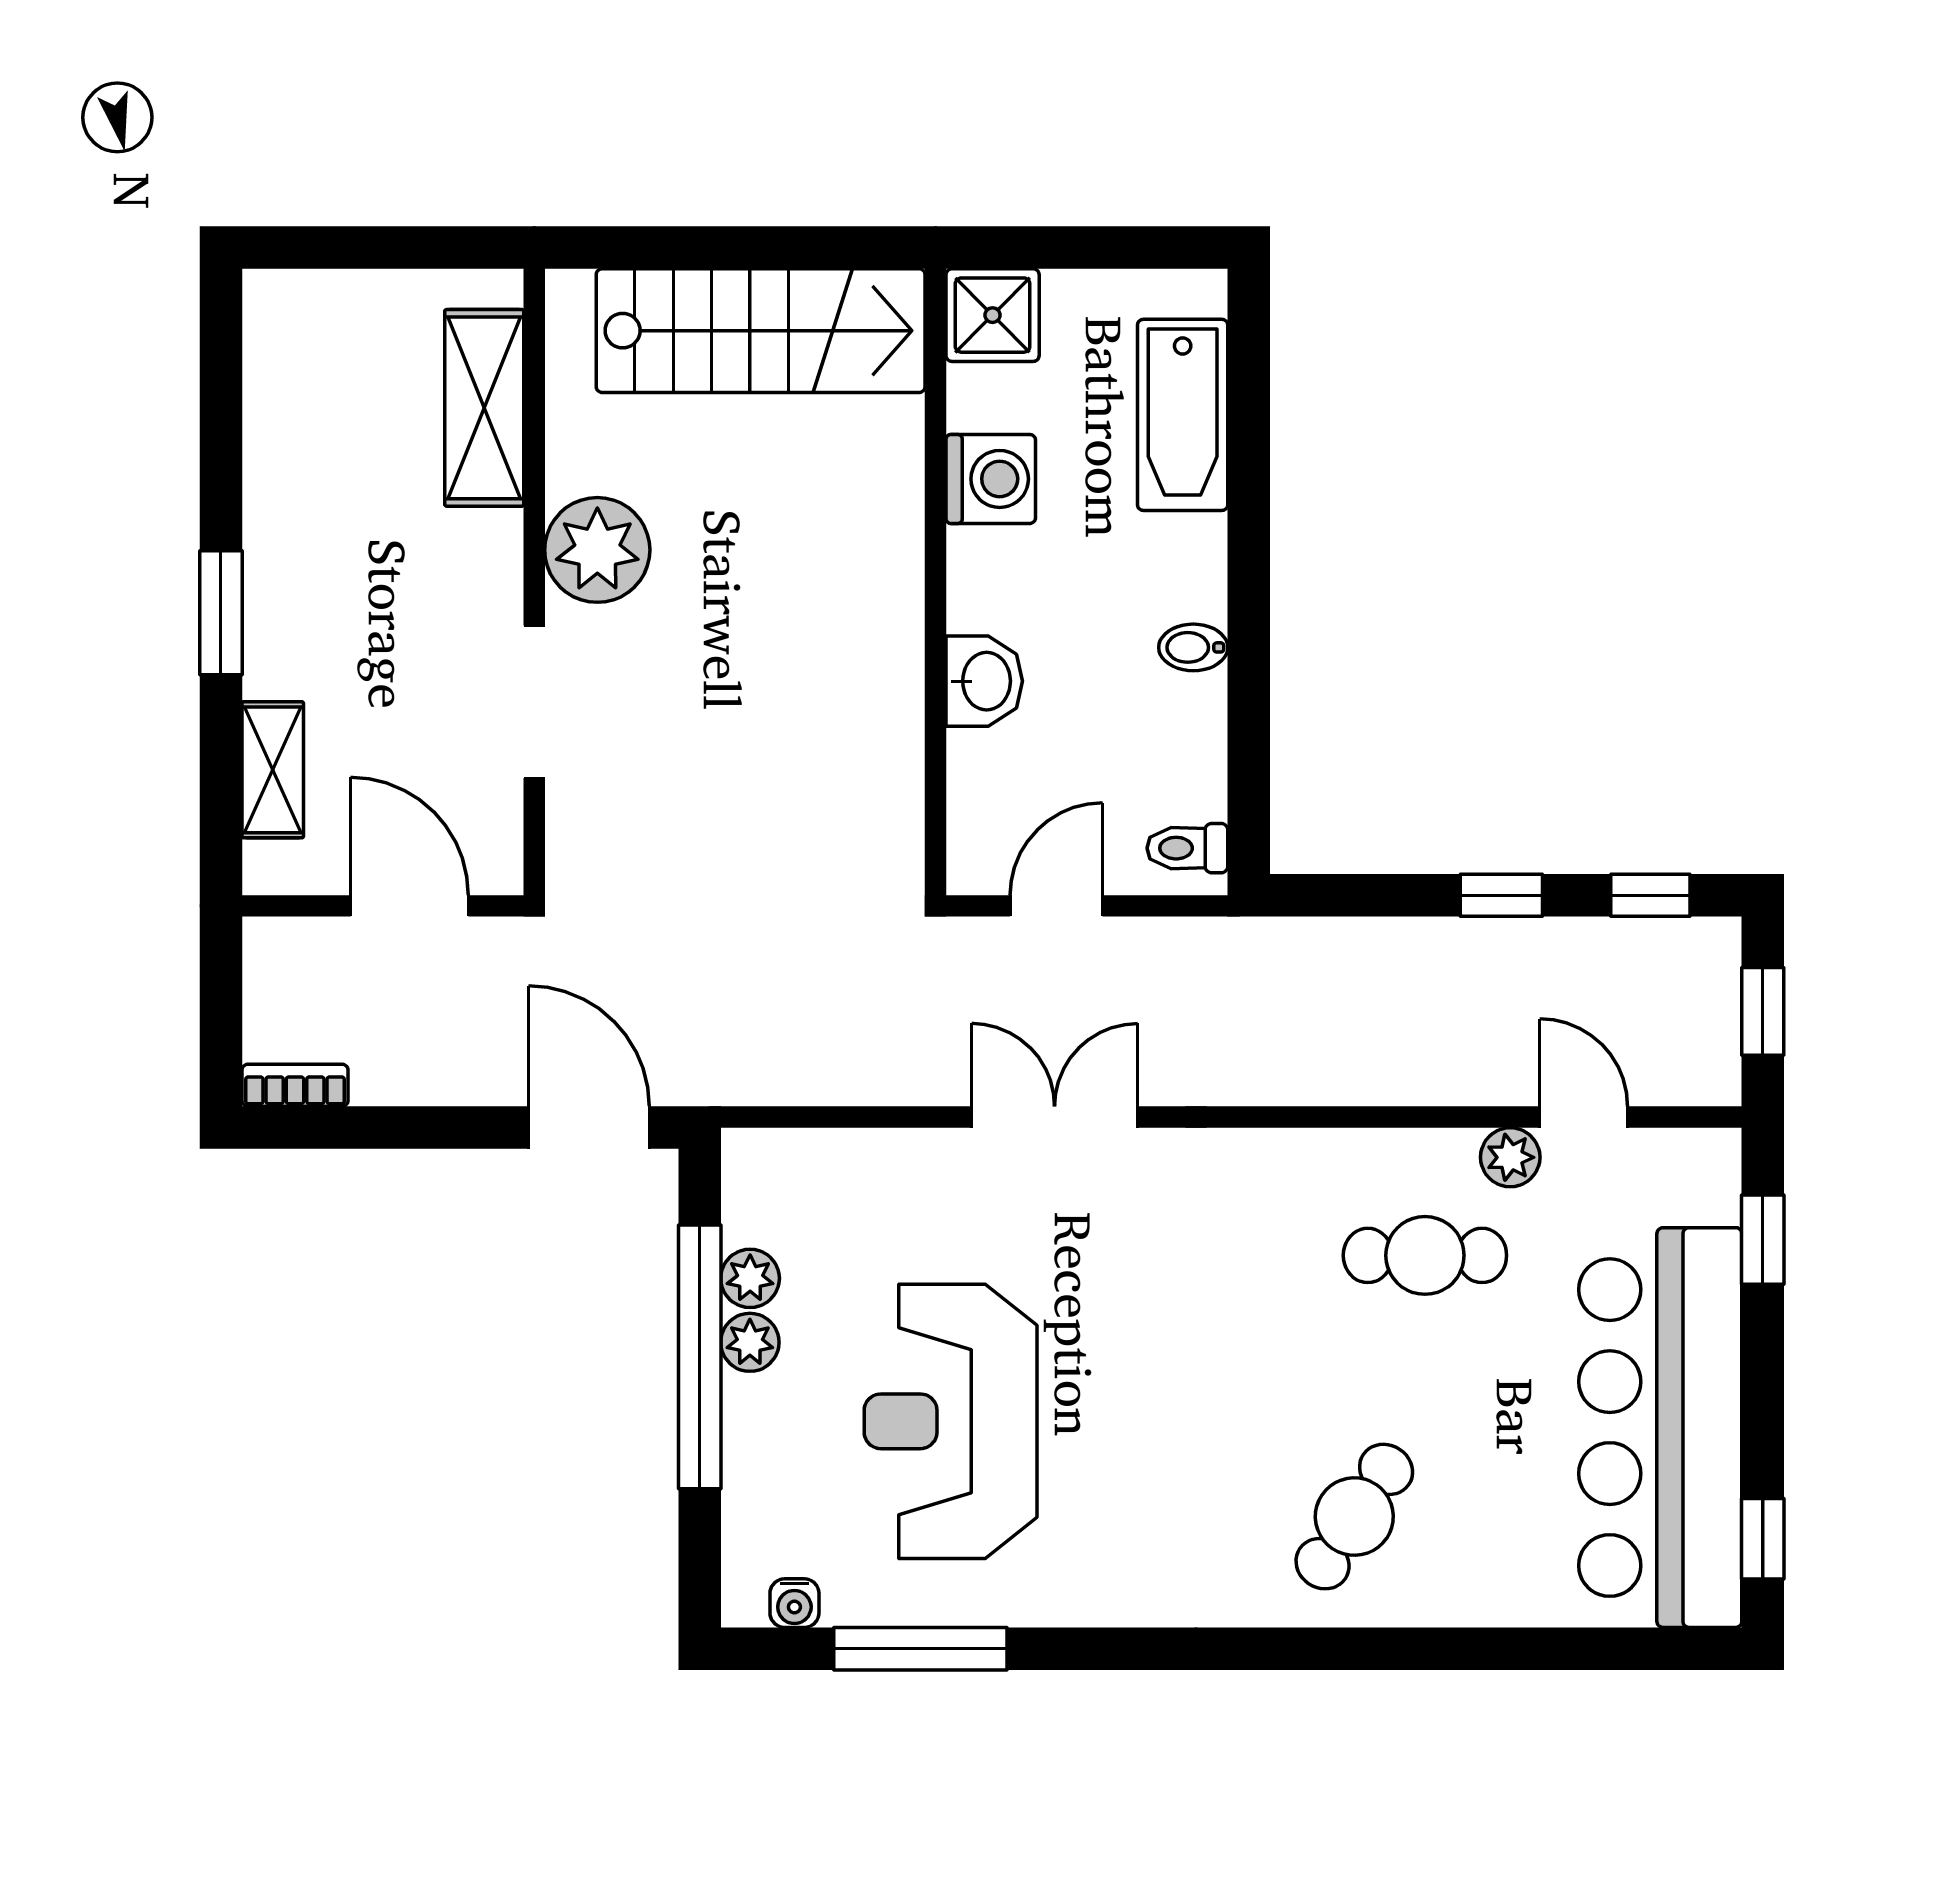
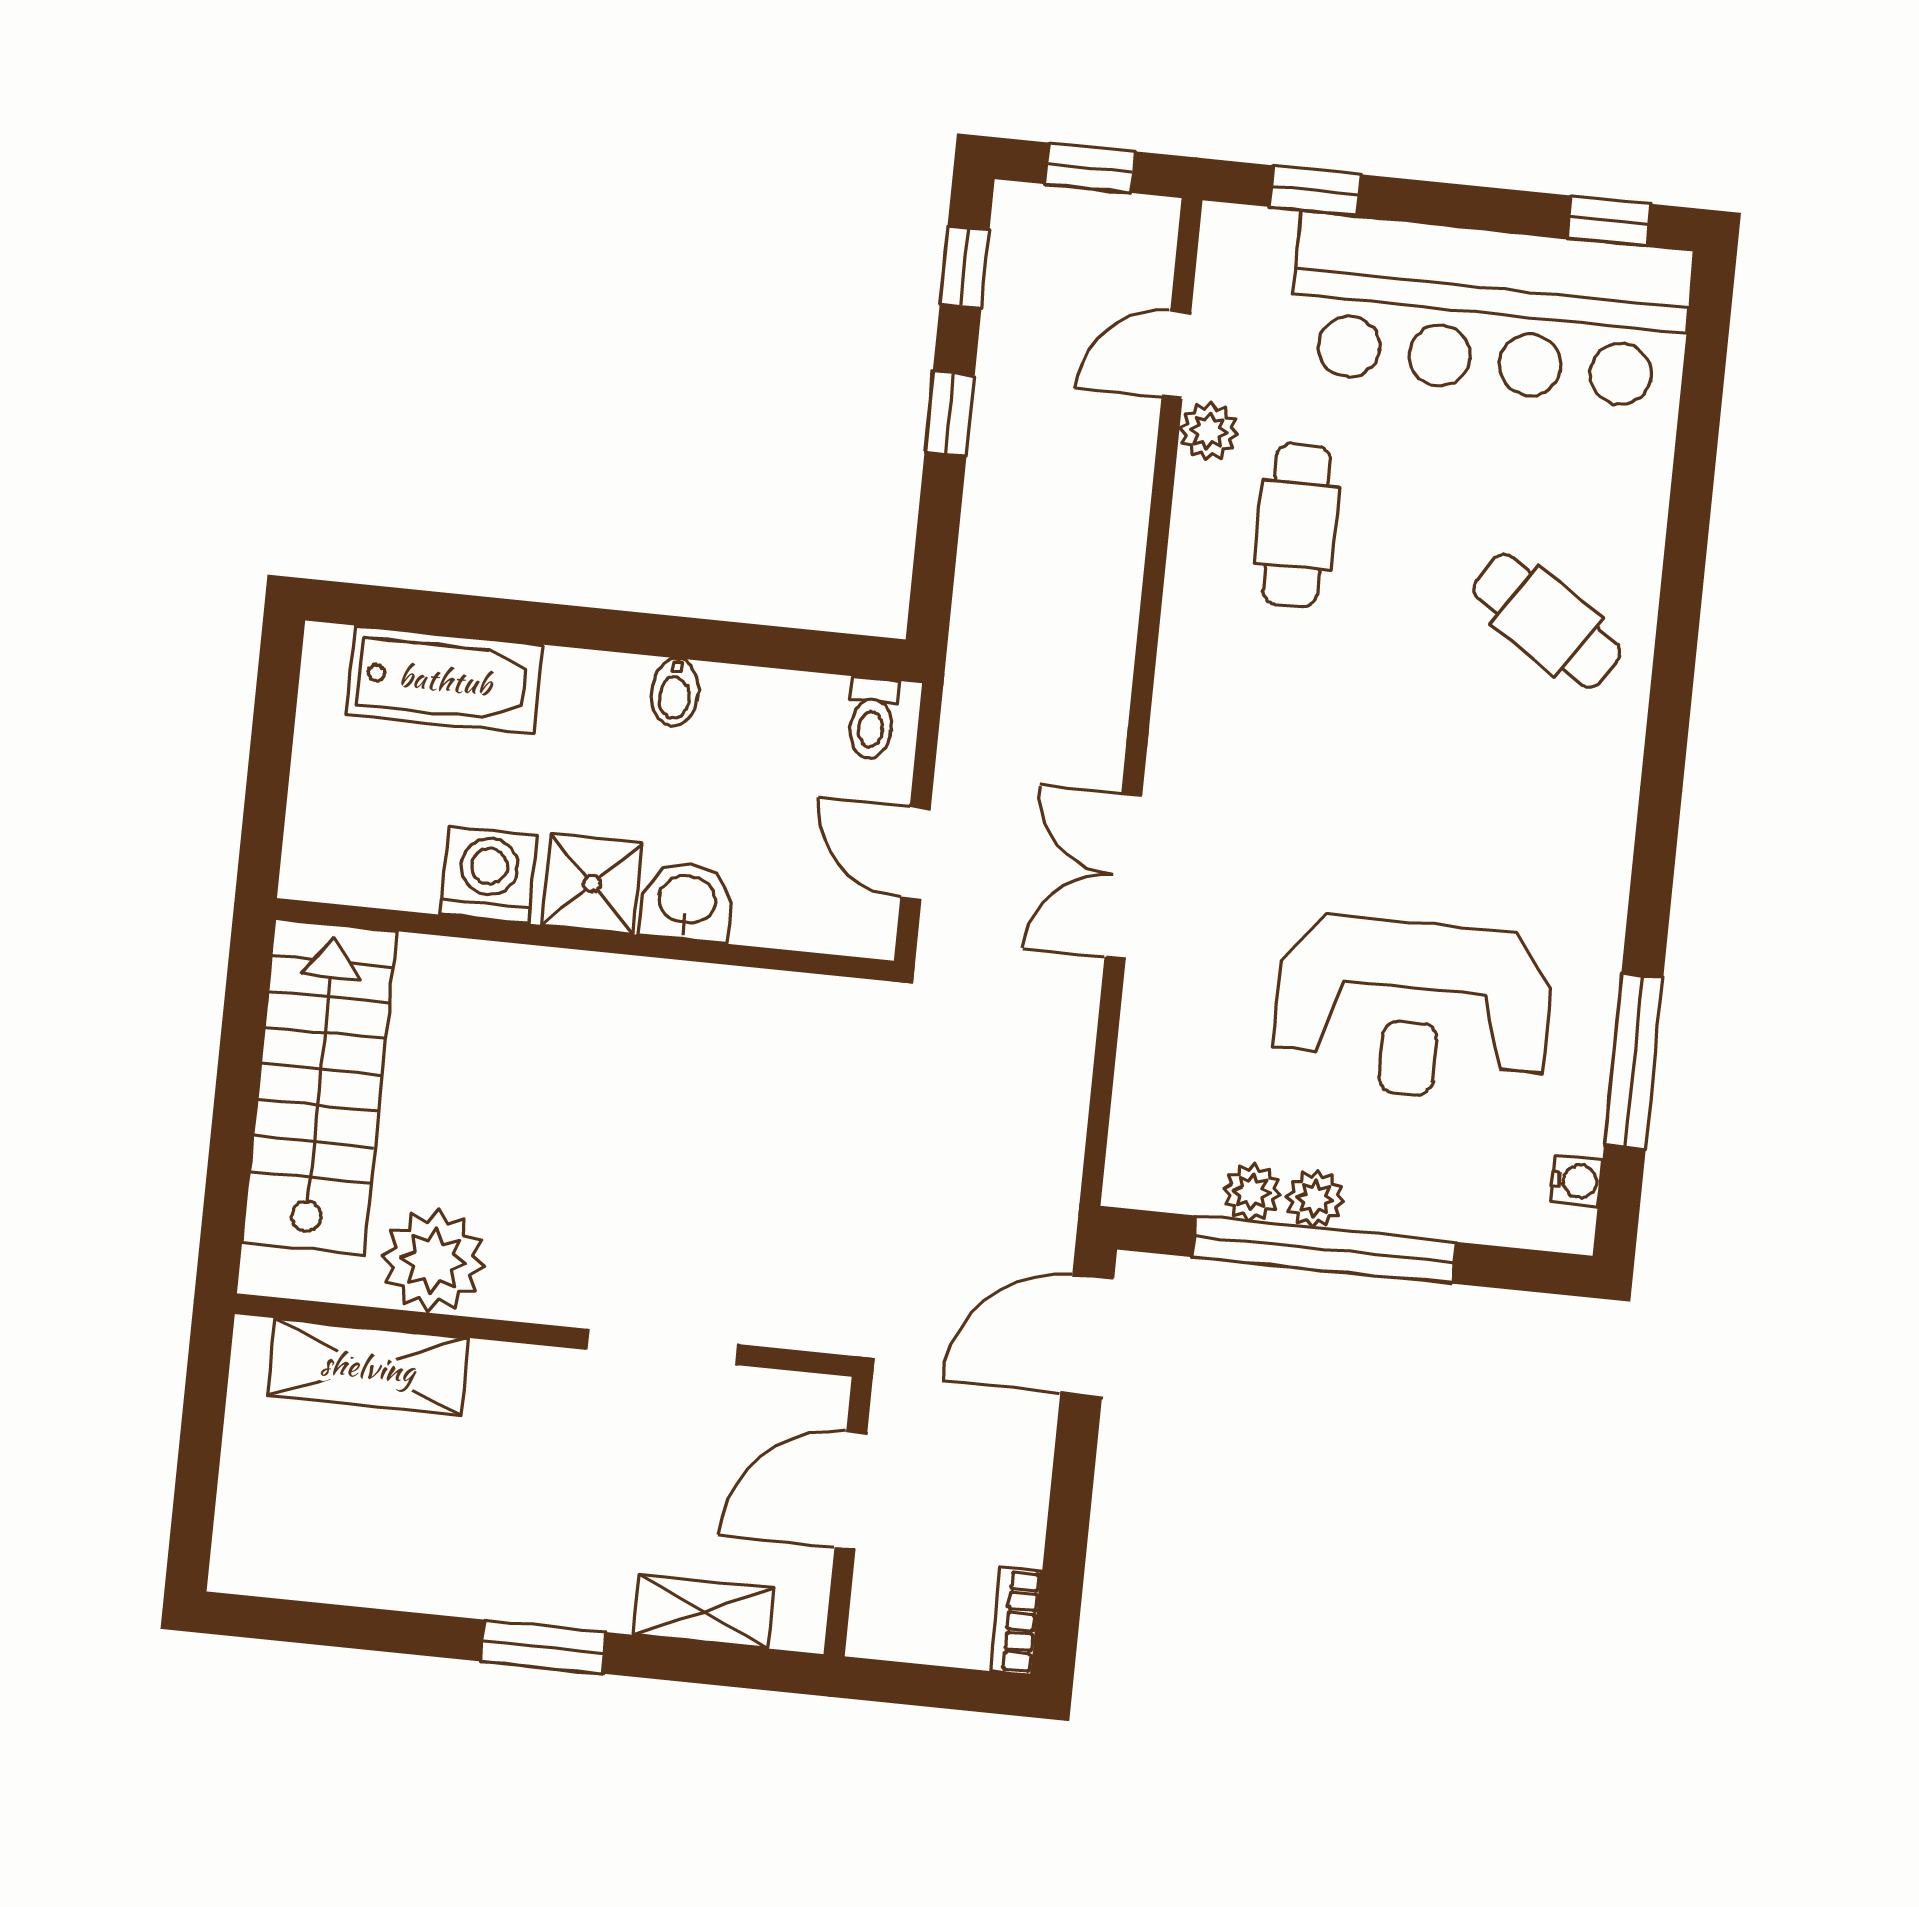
shower: (993, 315) -> (592, 884), moved
plant: (597, 550) -> (433, 1261), moved

